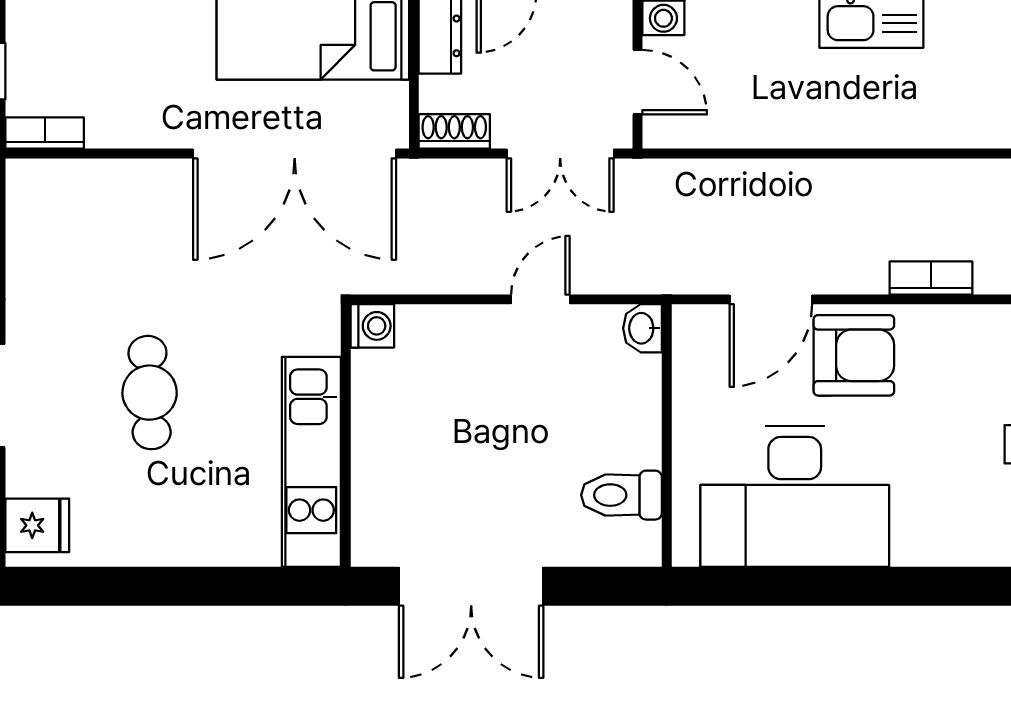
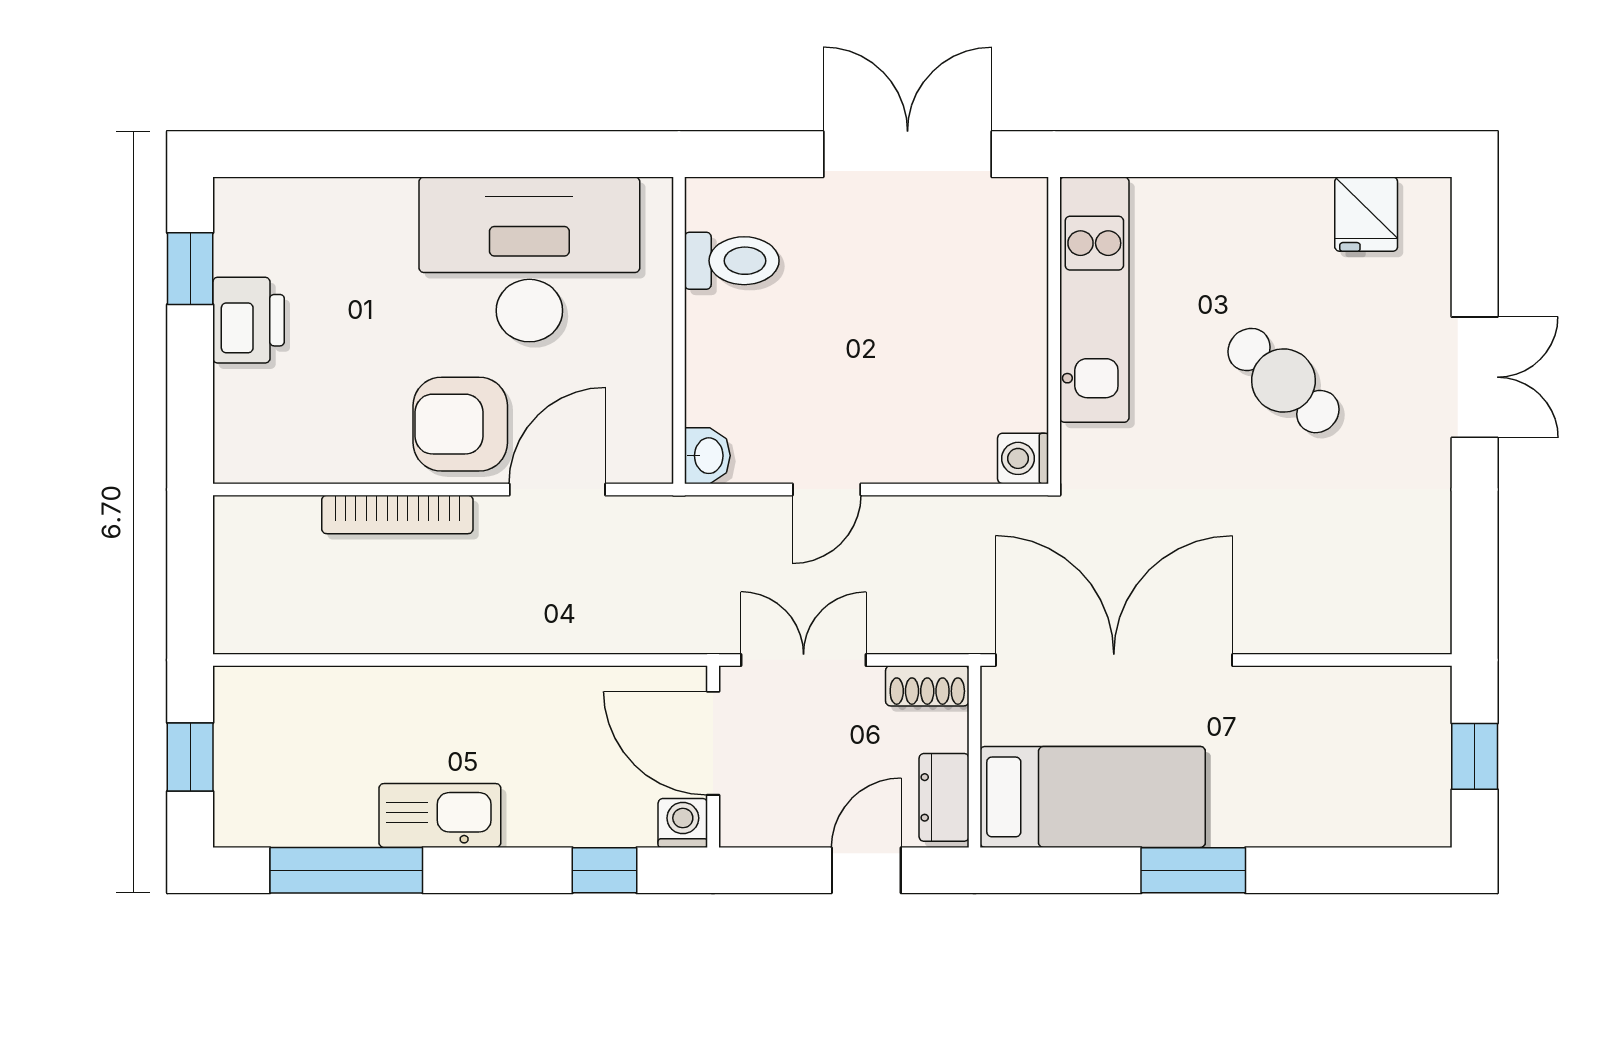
door: (638, 82) -> (713, 743), width x1.38
bookcase: (45, 133) -> (1406, 684), removed
bookcase: (931, 278) -> (397, 514), width x1.56
cafe table: (150, 393) -> (1283, 381), turned -45
fridge: (37, 525) -> (1366, 214), moved, turned -90

